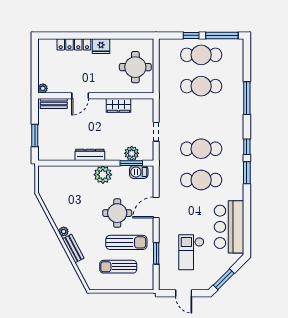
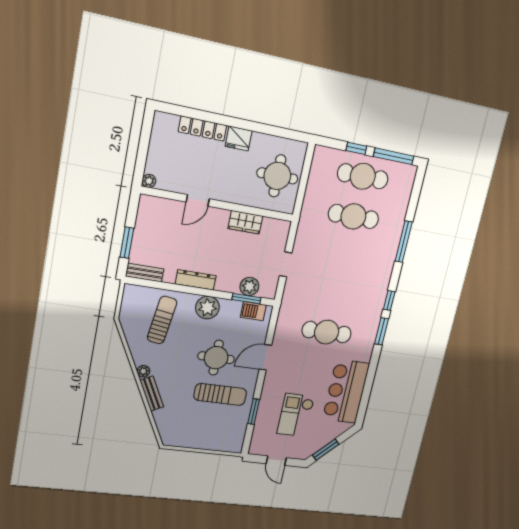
bench: (54, 103) -> (145, 273), moved
cafe table: (201, 149) -> (335, 294), removed
sun lounger: (118, 267) -> (162, 320), moved, turned 98

